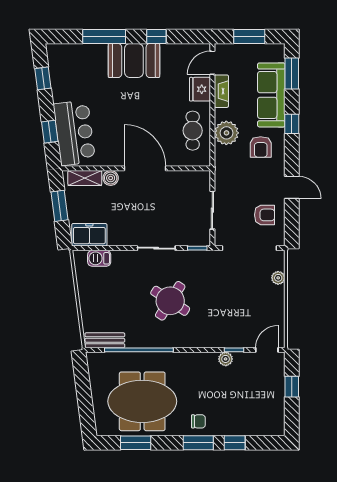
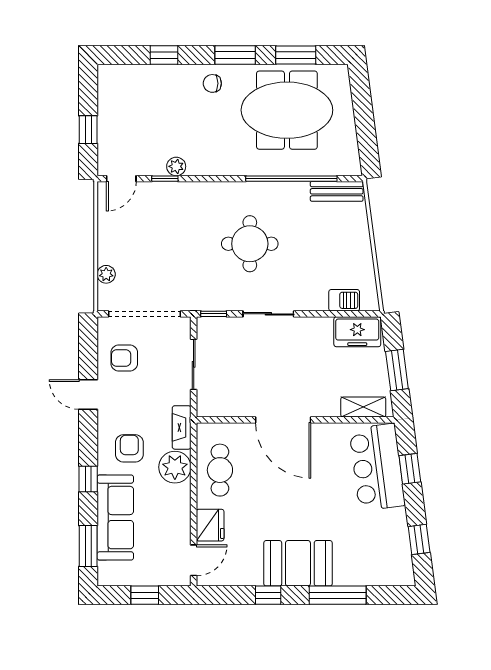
window: (249, 37) -> (145, 595), width x0.67
fireplace: (221, 91) -> (182, 427), moved
boiler: (111, 178) -> (329, 407), removed
round table: (170, 301) -> (250, 244), turned -33
window: (198, 443) -> (235, 55), moved

